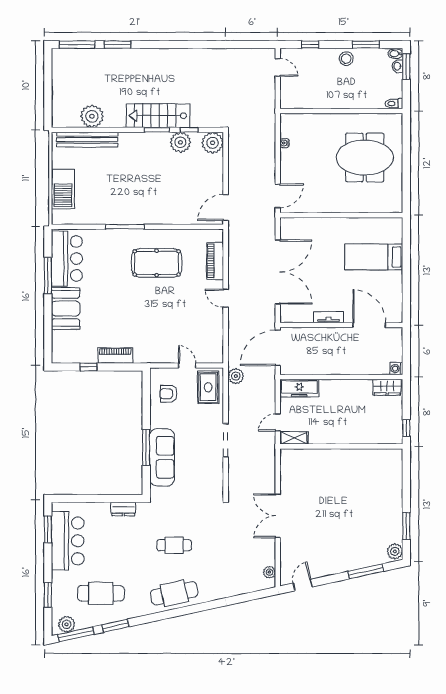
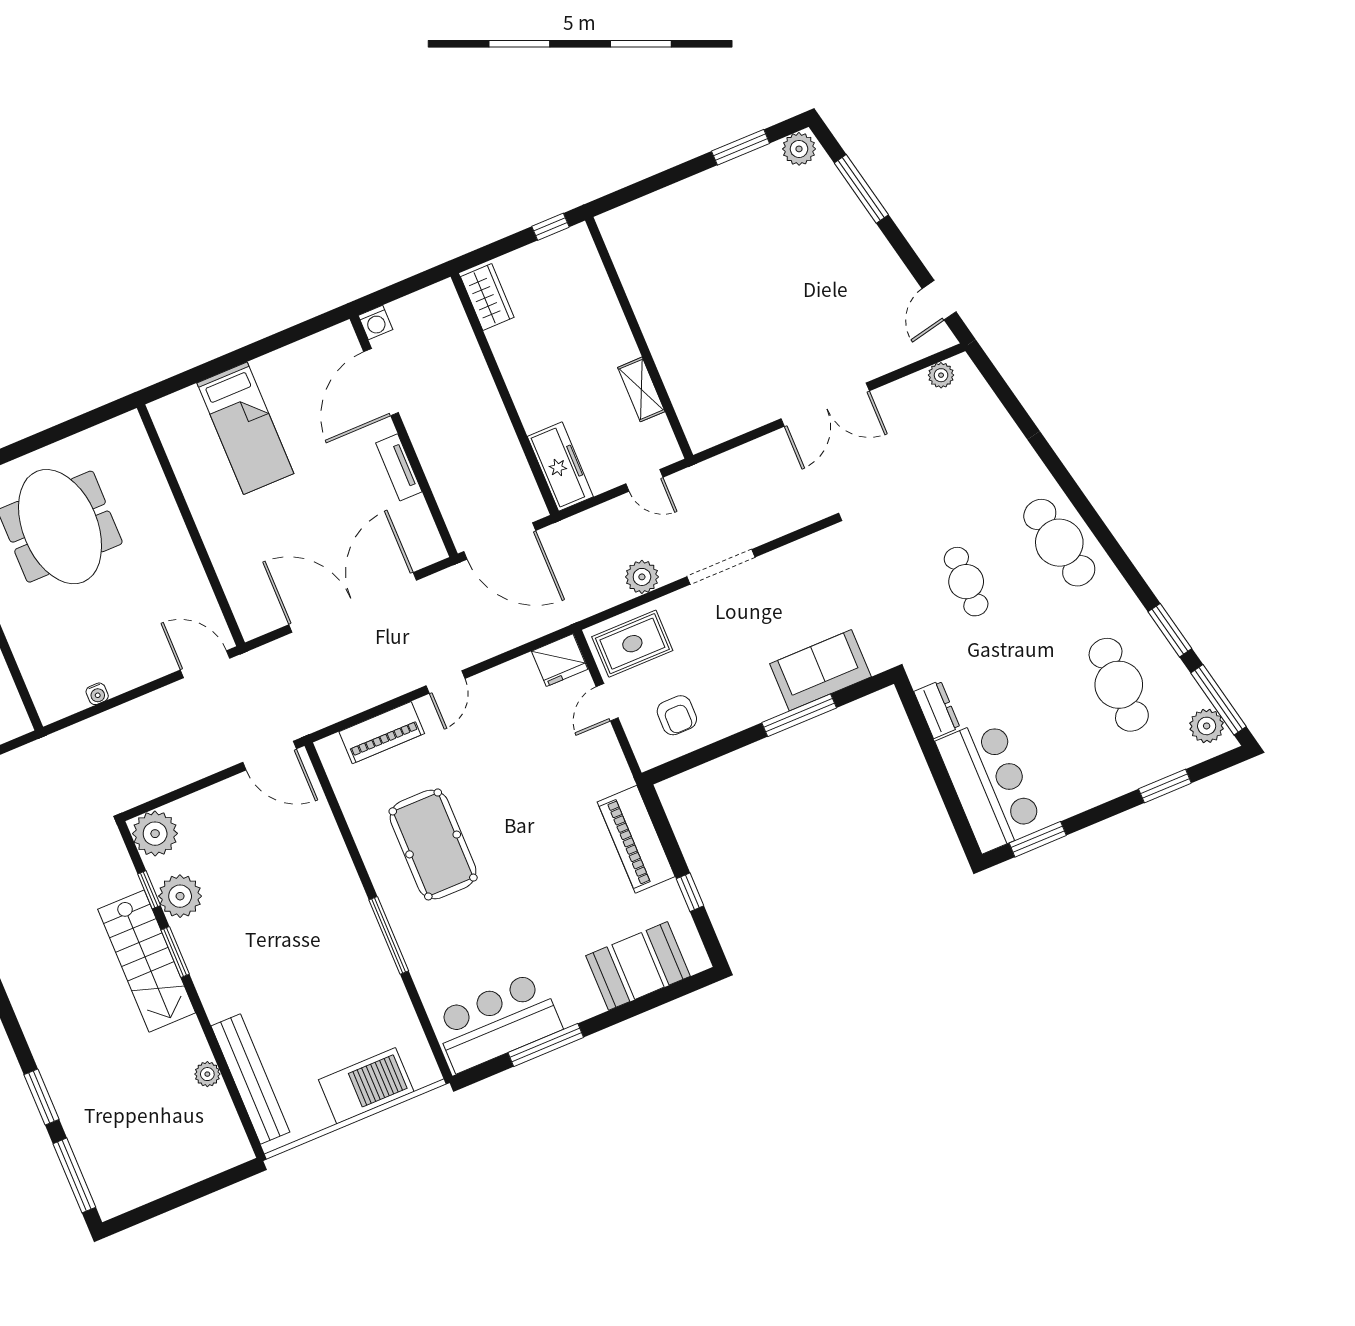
plant: (92, 116) -> (207, 1074), width x0.53, depth x0.53
booth: (66, 308) -> (638, 966), moved
fridge: (214, 352) -> (560, 660), added
piano: (115, 356) -> (636, 839), width x1.37, depth x1.33
washing machine: (396, 369) -> (376, 323), moved
plant: (236, 376) -> (642, 577), moved
shelving: (294, 438) -> (641, 389), moved
sofa: (162, 457) -> (820, 670), width x0.73
bar counter: (68, 541) -> (990, 785), moved, turned 90
door: (303, 585) -> (939, 300), hinge flipped

